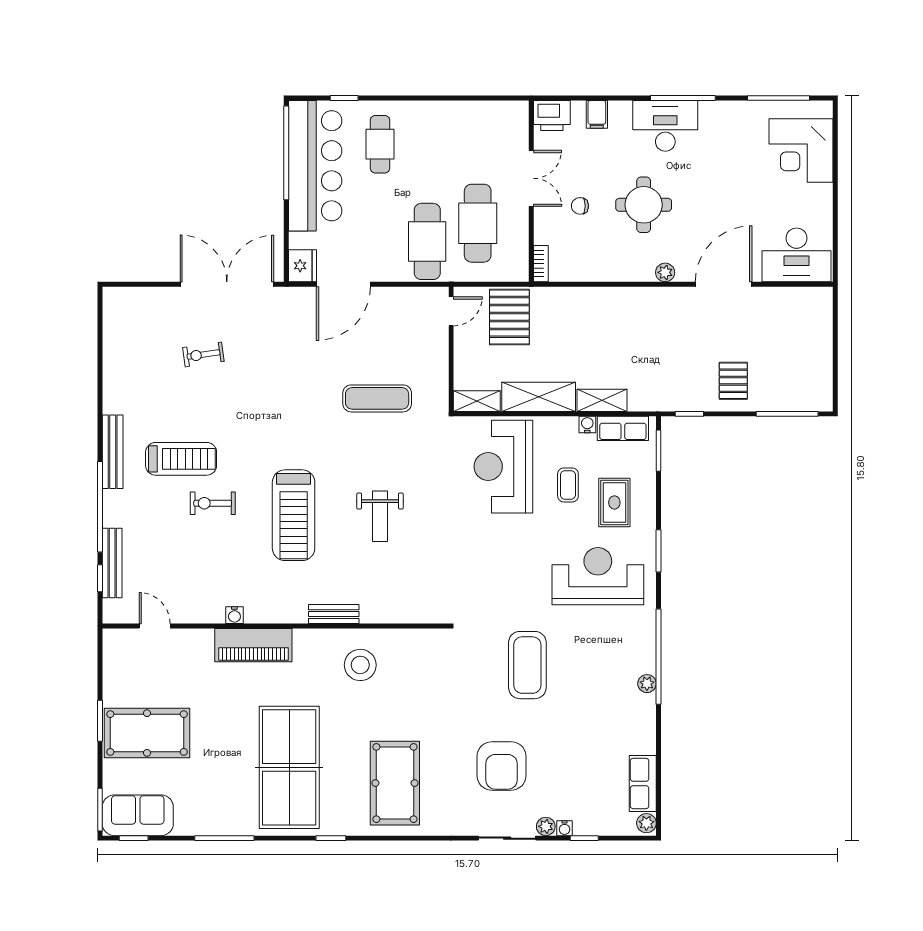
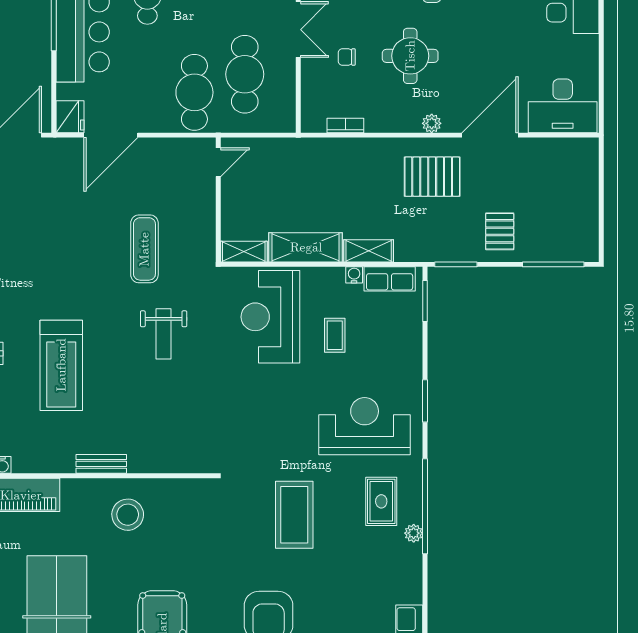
bookcase: (541, 264) -> (345, 125), moved, turned -90
pallet: (509, 317) -> (432, 177), moved, turned 90
exercise mat: (377, 398) -> (144, 249), turned 90
window: (689, 414) -> (456, 264), width x1.50
rug: (614, 502) -> (381, 501), moved
weight bench: (380, 516) -> (164, 334), moved

